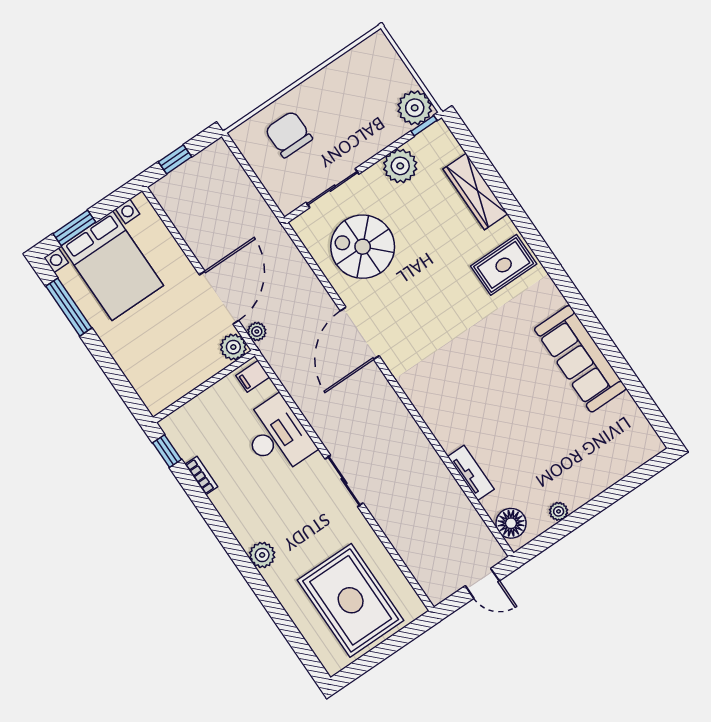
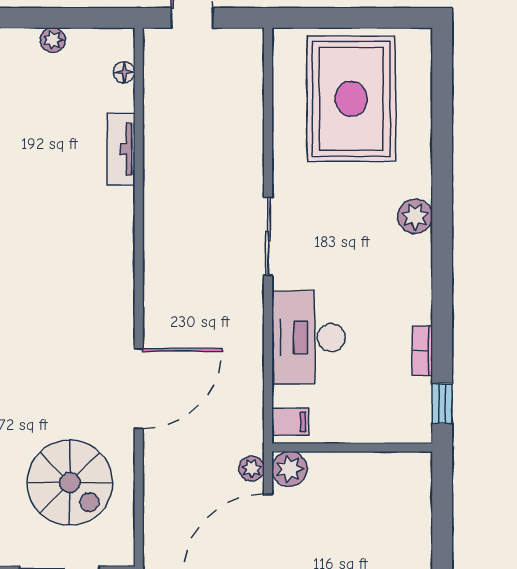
floor lamp: (511, 523) -> (124, 72), width x0.53, depth x0.53

